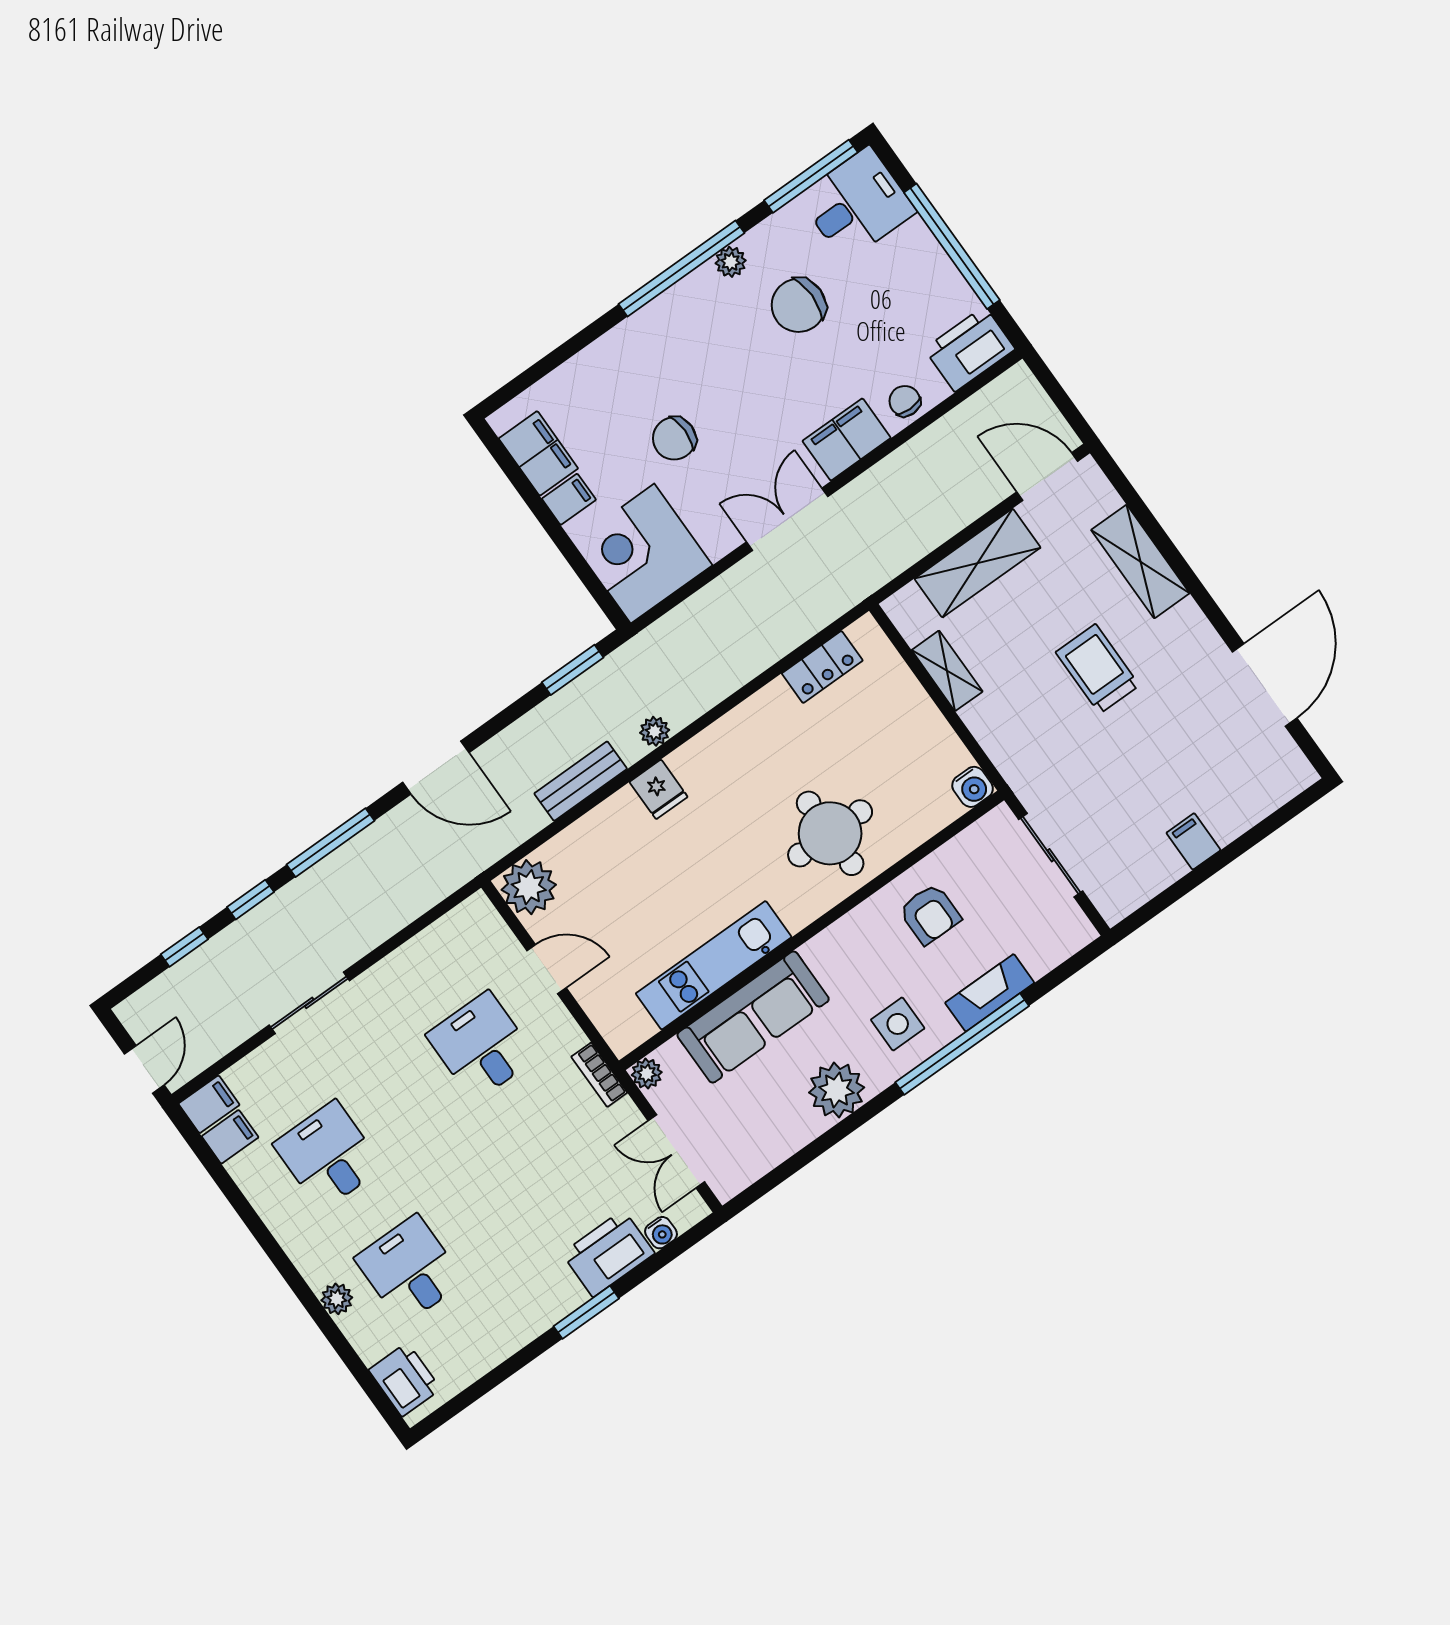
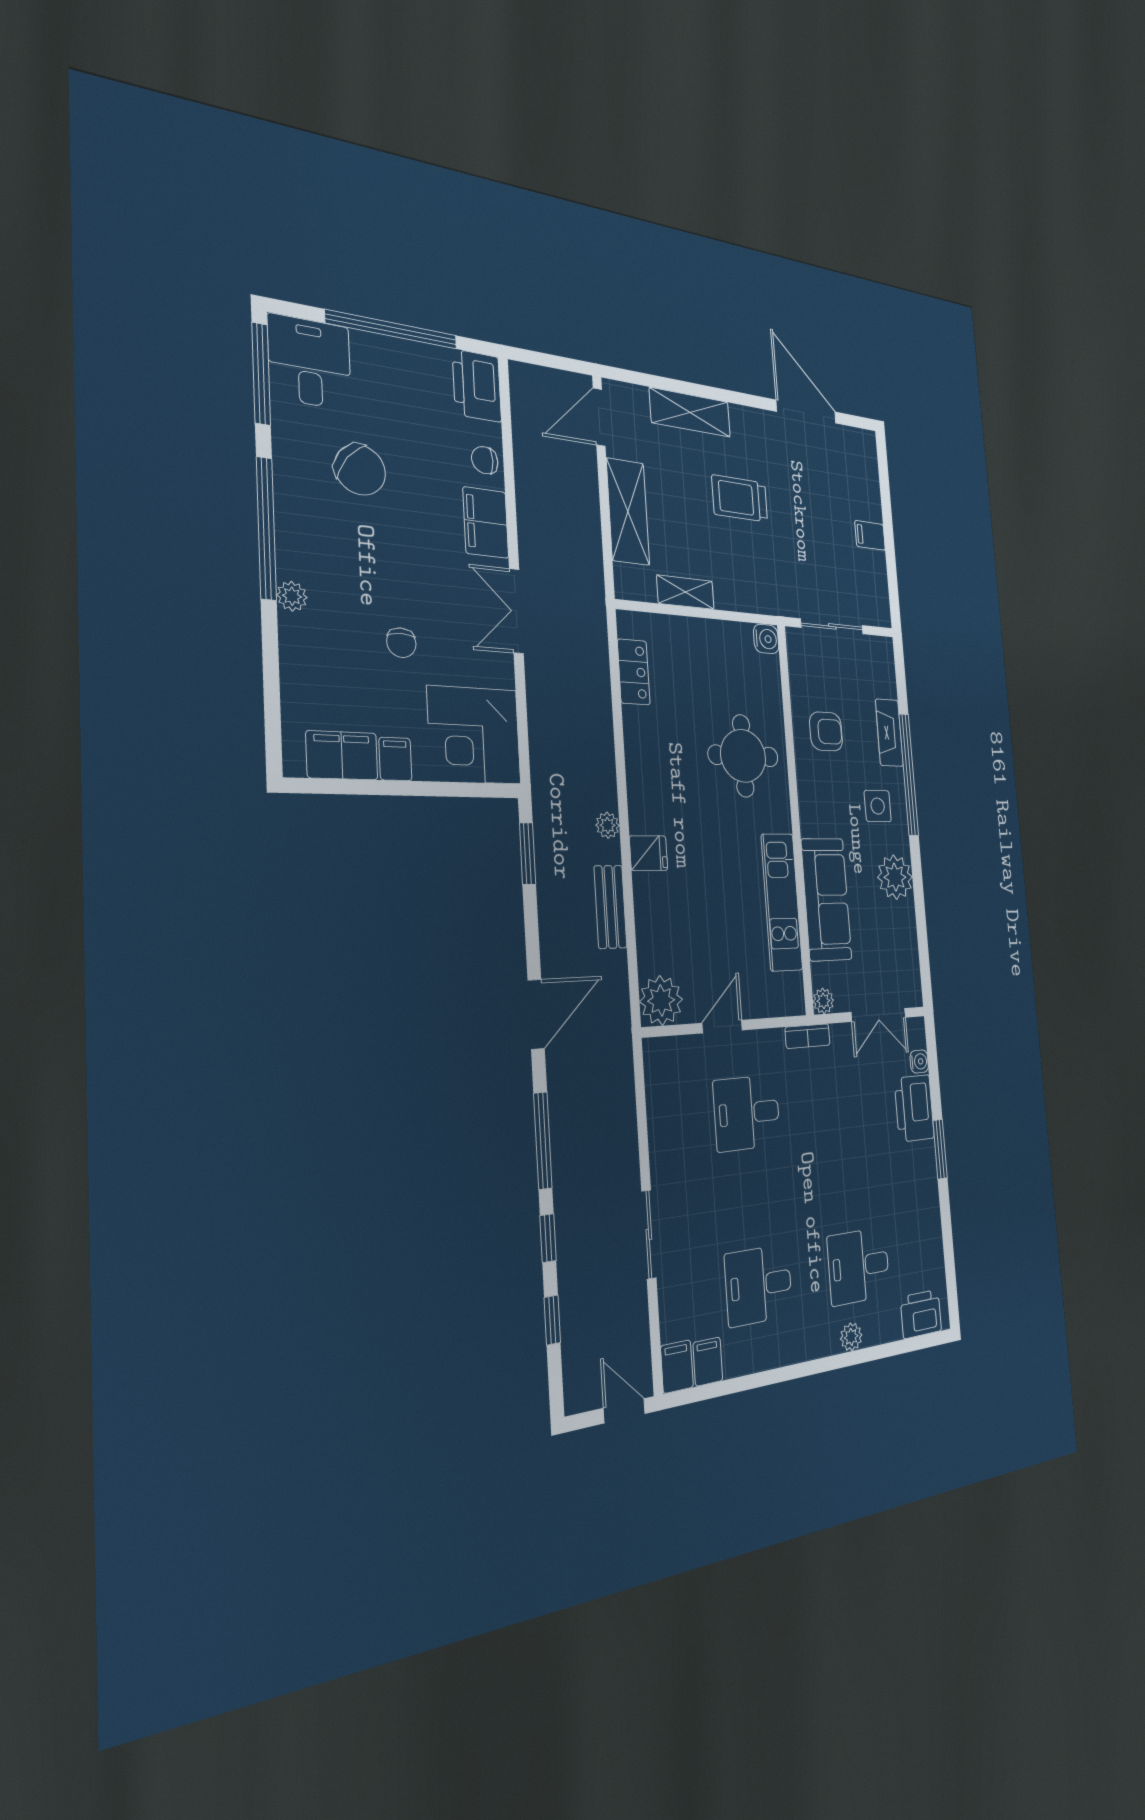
plant: (731, 262) -> (292, 596), moved
chair: (799, 305) -> (360, 470), turned -51
chair: (674, 438) -> (401, 643), width x0.73, depth x0.73

